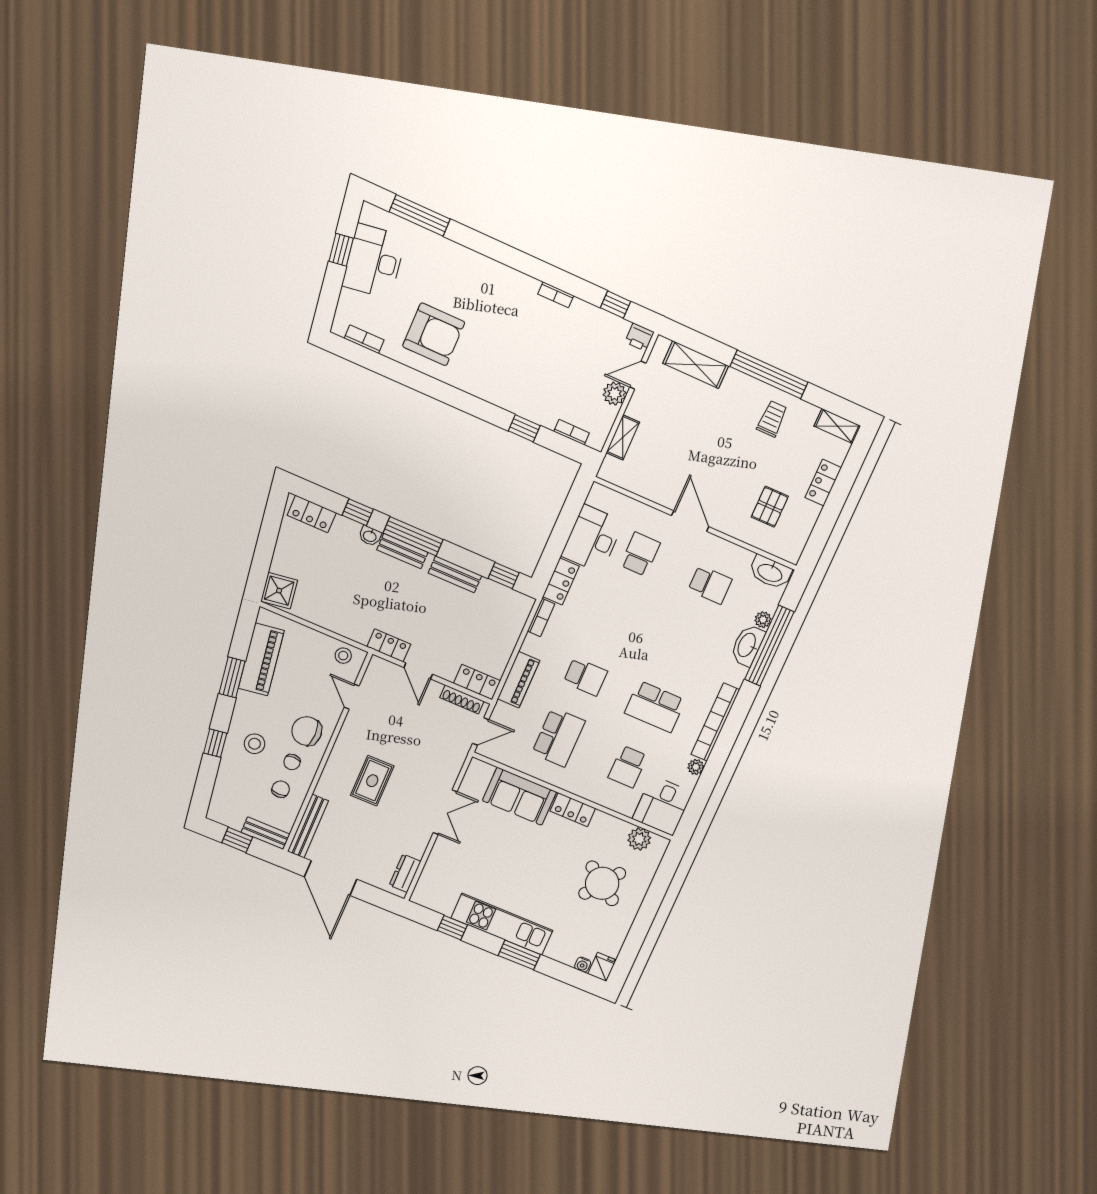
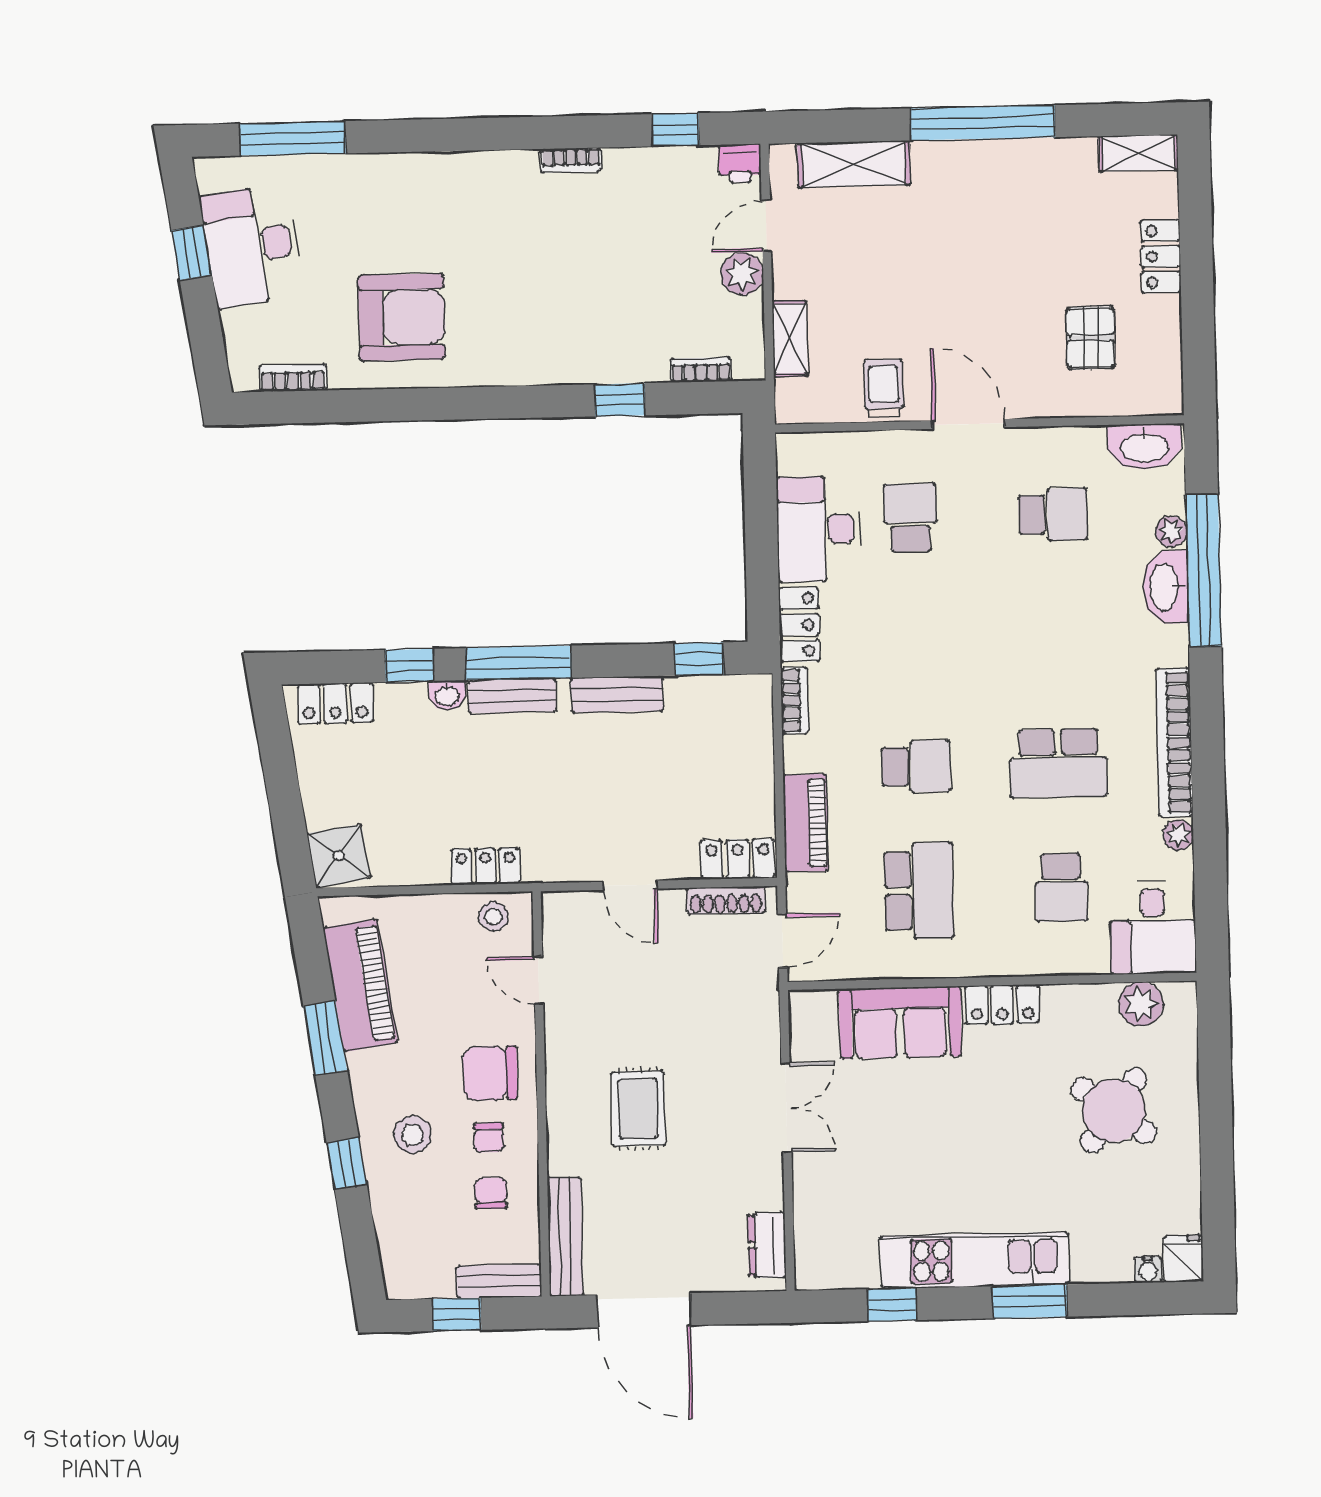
trolley: (772, 419) -> (884, 388), moved
locker: (389, 645) -> (485, 866), moved

